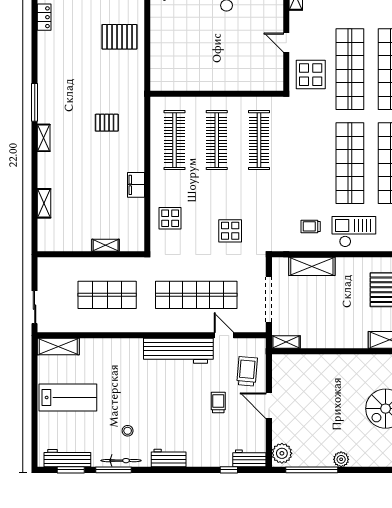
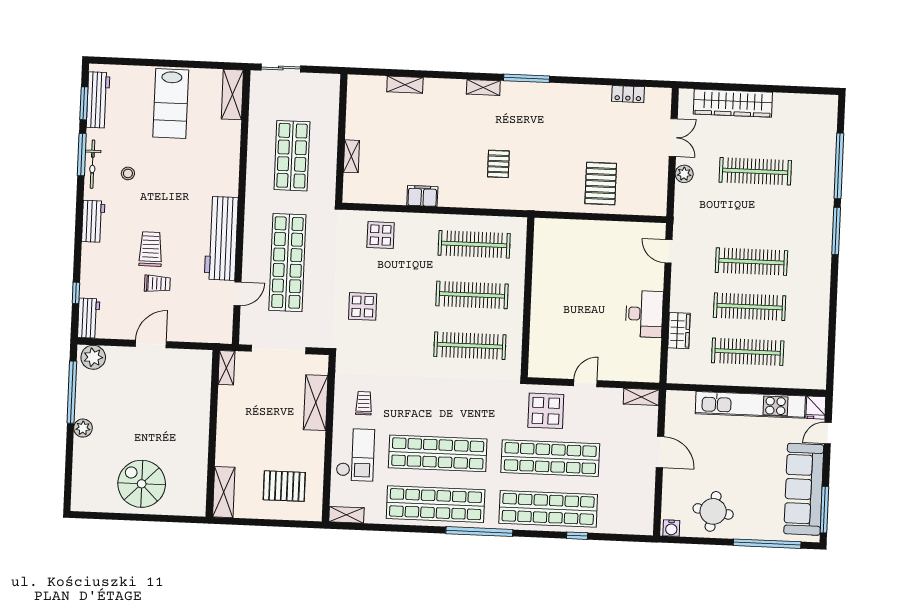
trolley: (247, 371) -> (151, 249), moved, turned -95

